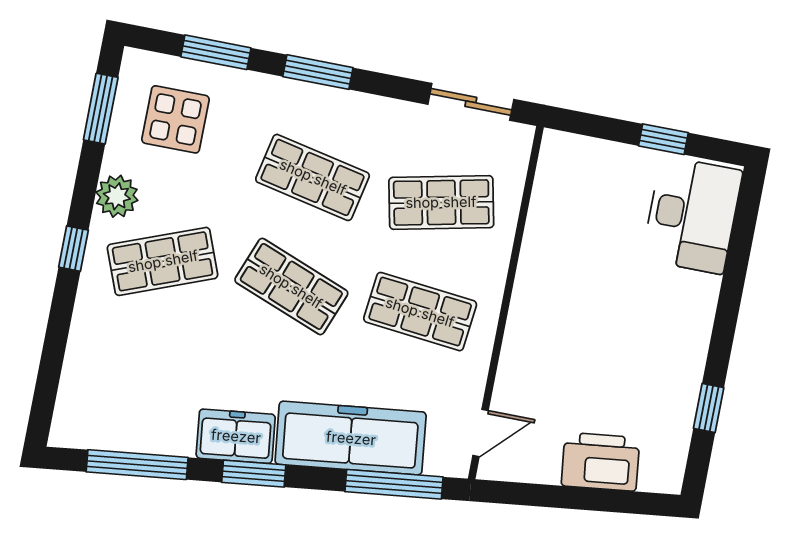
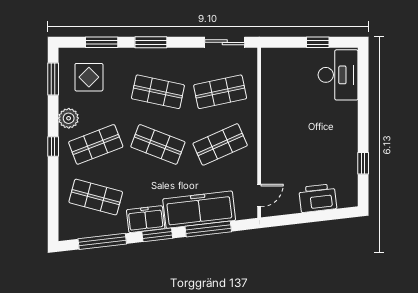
shop shelf: (420, 312) -> (220, 144), turned -30
shop shelf: (141, 370) -> (96, 197), added
window: (394, 484) -> (208, 229), moved

